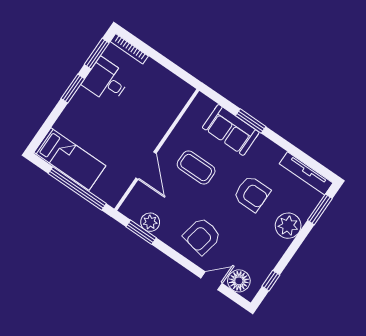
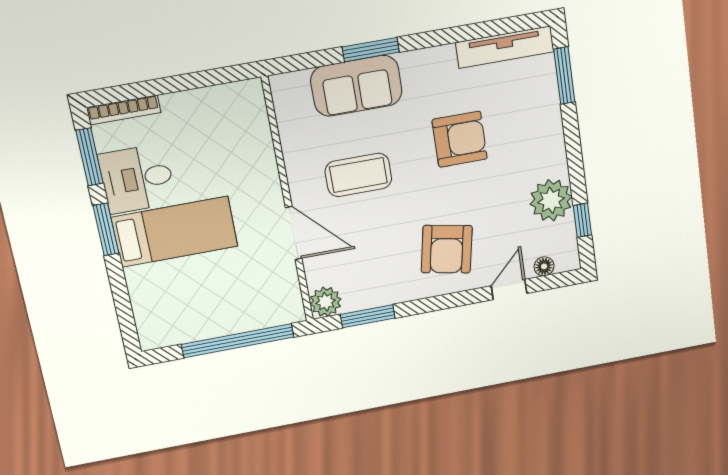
bed: (70, 159) -> (175, 232), moved
plant: (150, 222) -> (326, 302), moved
plant: (288, 226) -> (551, 200), moved
floor lamp: (239, 281) -> (544, 266), width x0.53, depth x0.53

